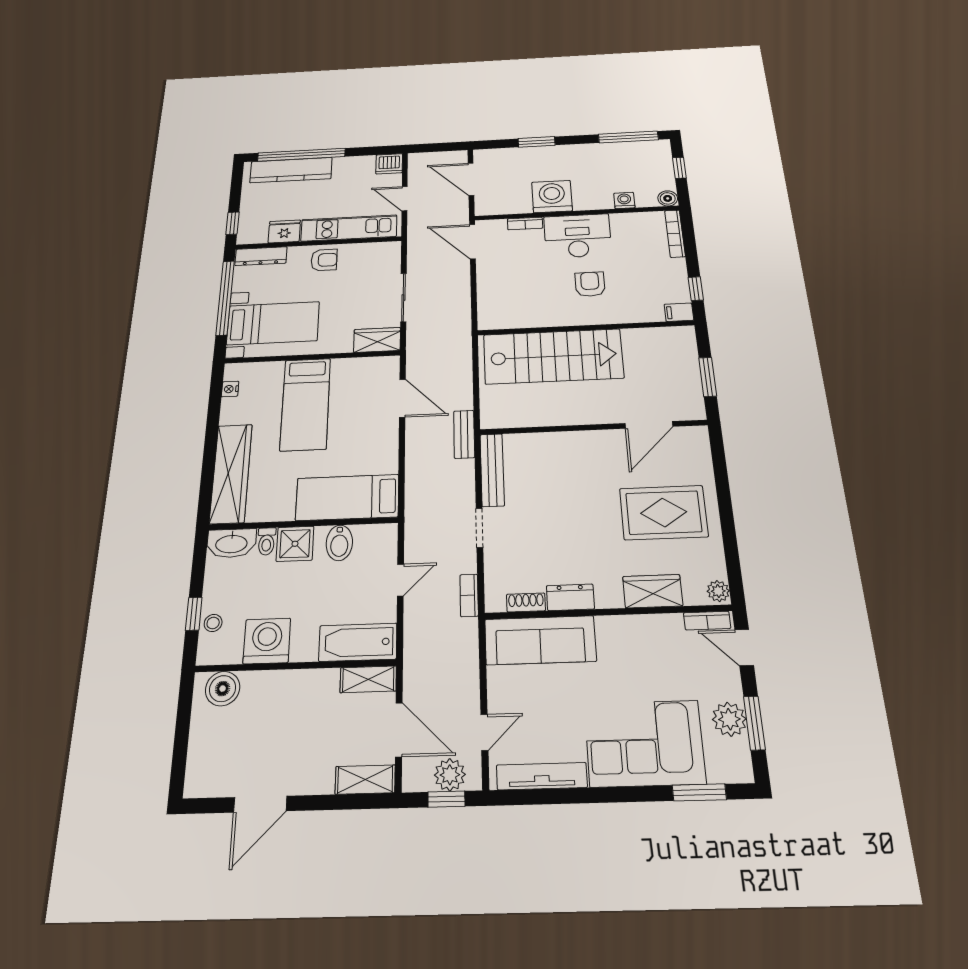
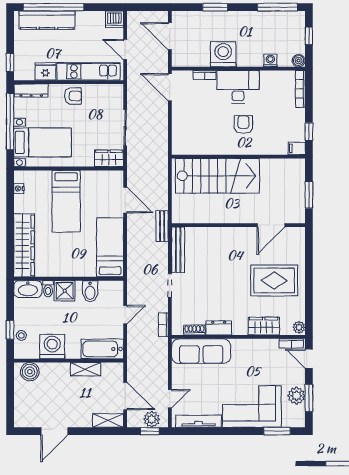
bed: (347, 497) -> (110, 247), moved, turned 90
shelving: (368, 679) -> (85, 369), moved

